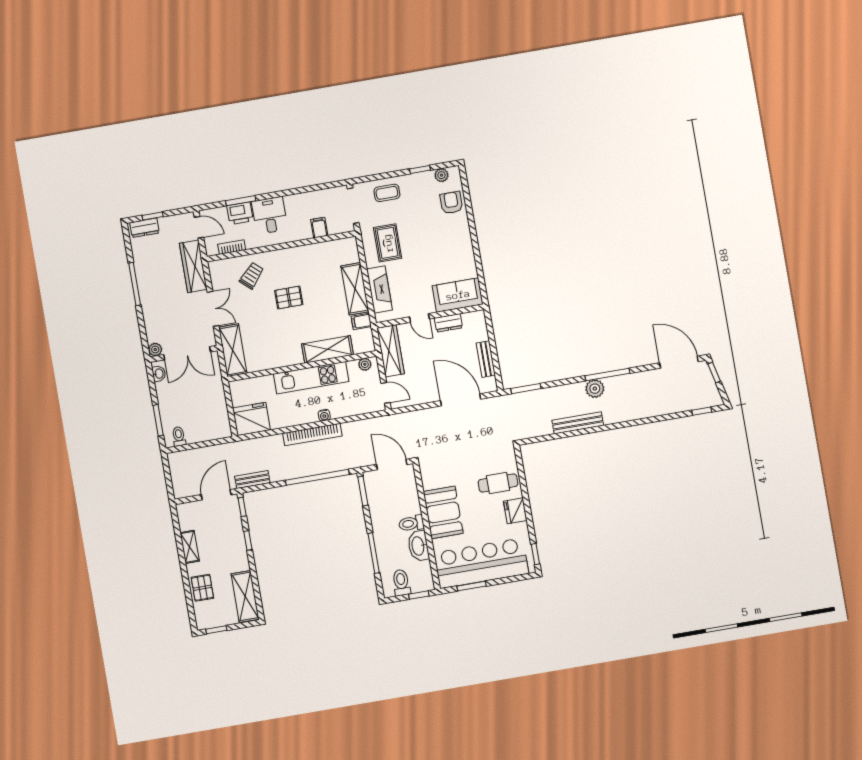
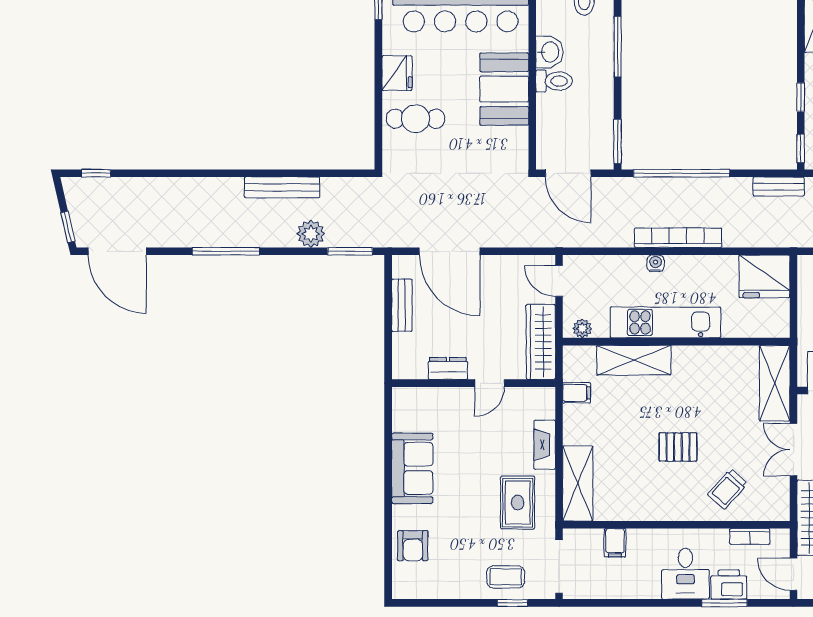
window: (420, 169) -> (512, 603), moved
plant: (441, 175) -> (420, 589), removed
shelving: (355, 289) -> (578, 483), moved
fireplace: (380, 289) -> (545, 445), width x0.73, depth x0.76
sofa: (458, 295) -> (412, 468), moved, turned -90
door: (419, 318) -> (490, 383), swing flipped
plant: (595, 389) -> (311, 234), moved
washbasin: (418, 546) -> (549, 52), width x0.72

